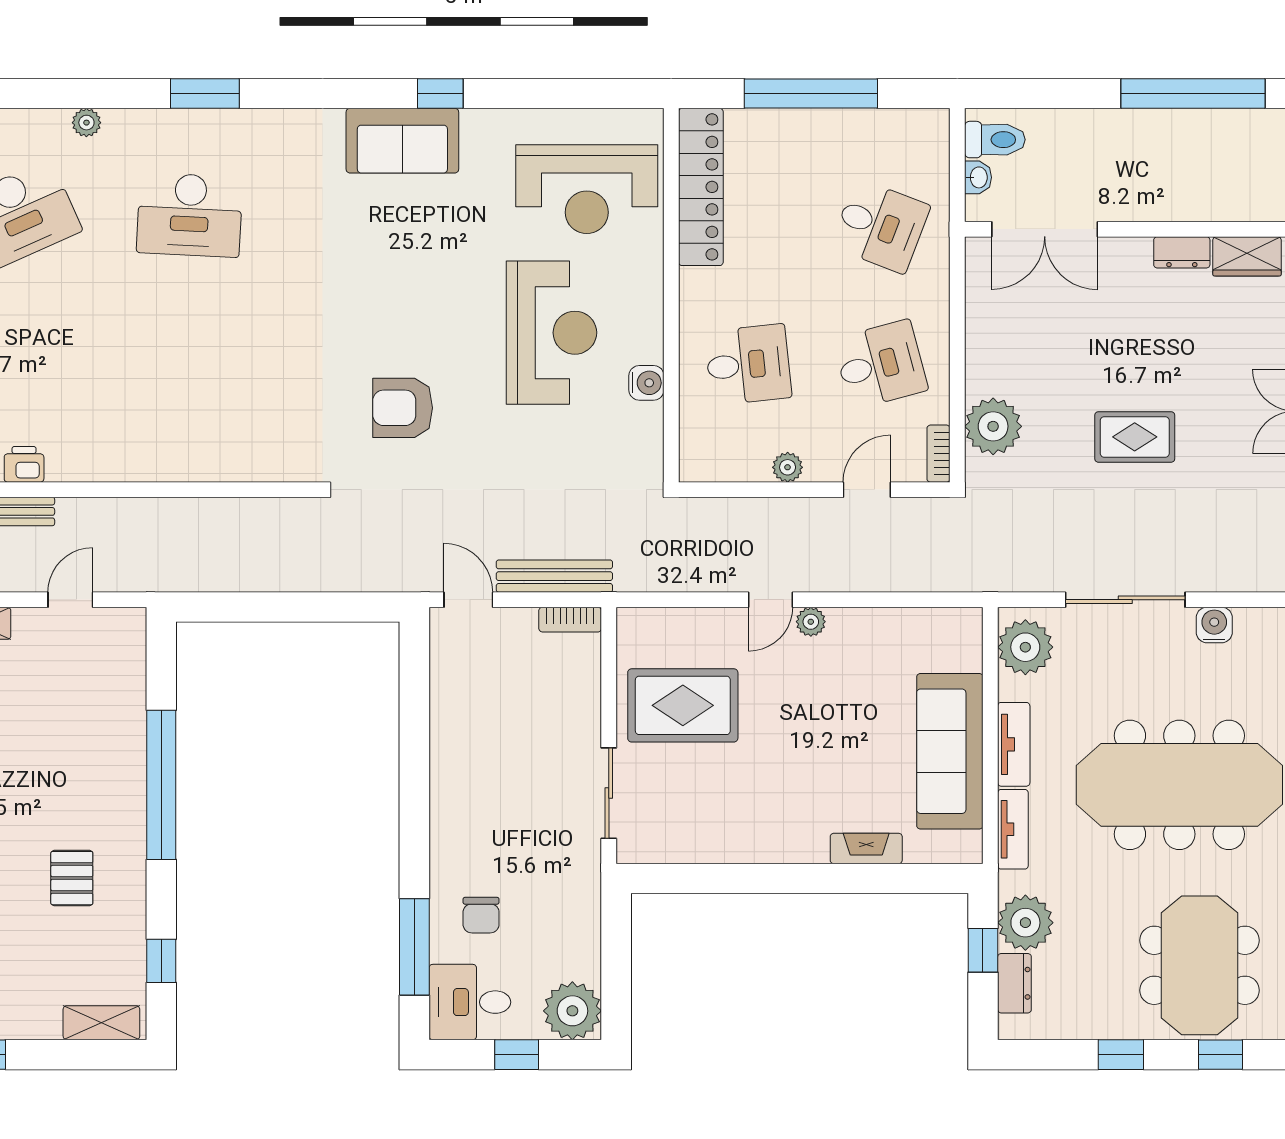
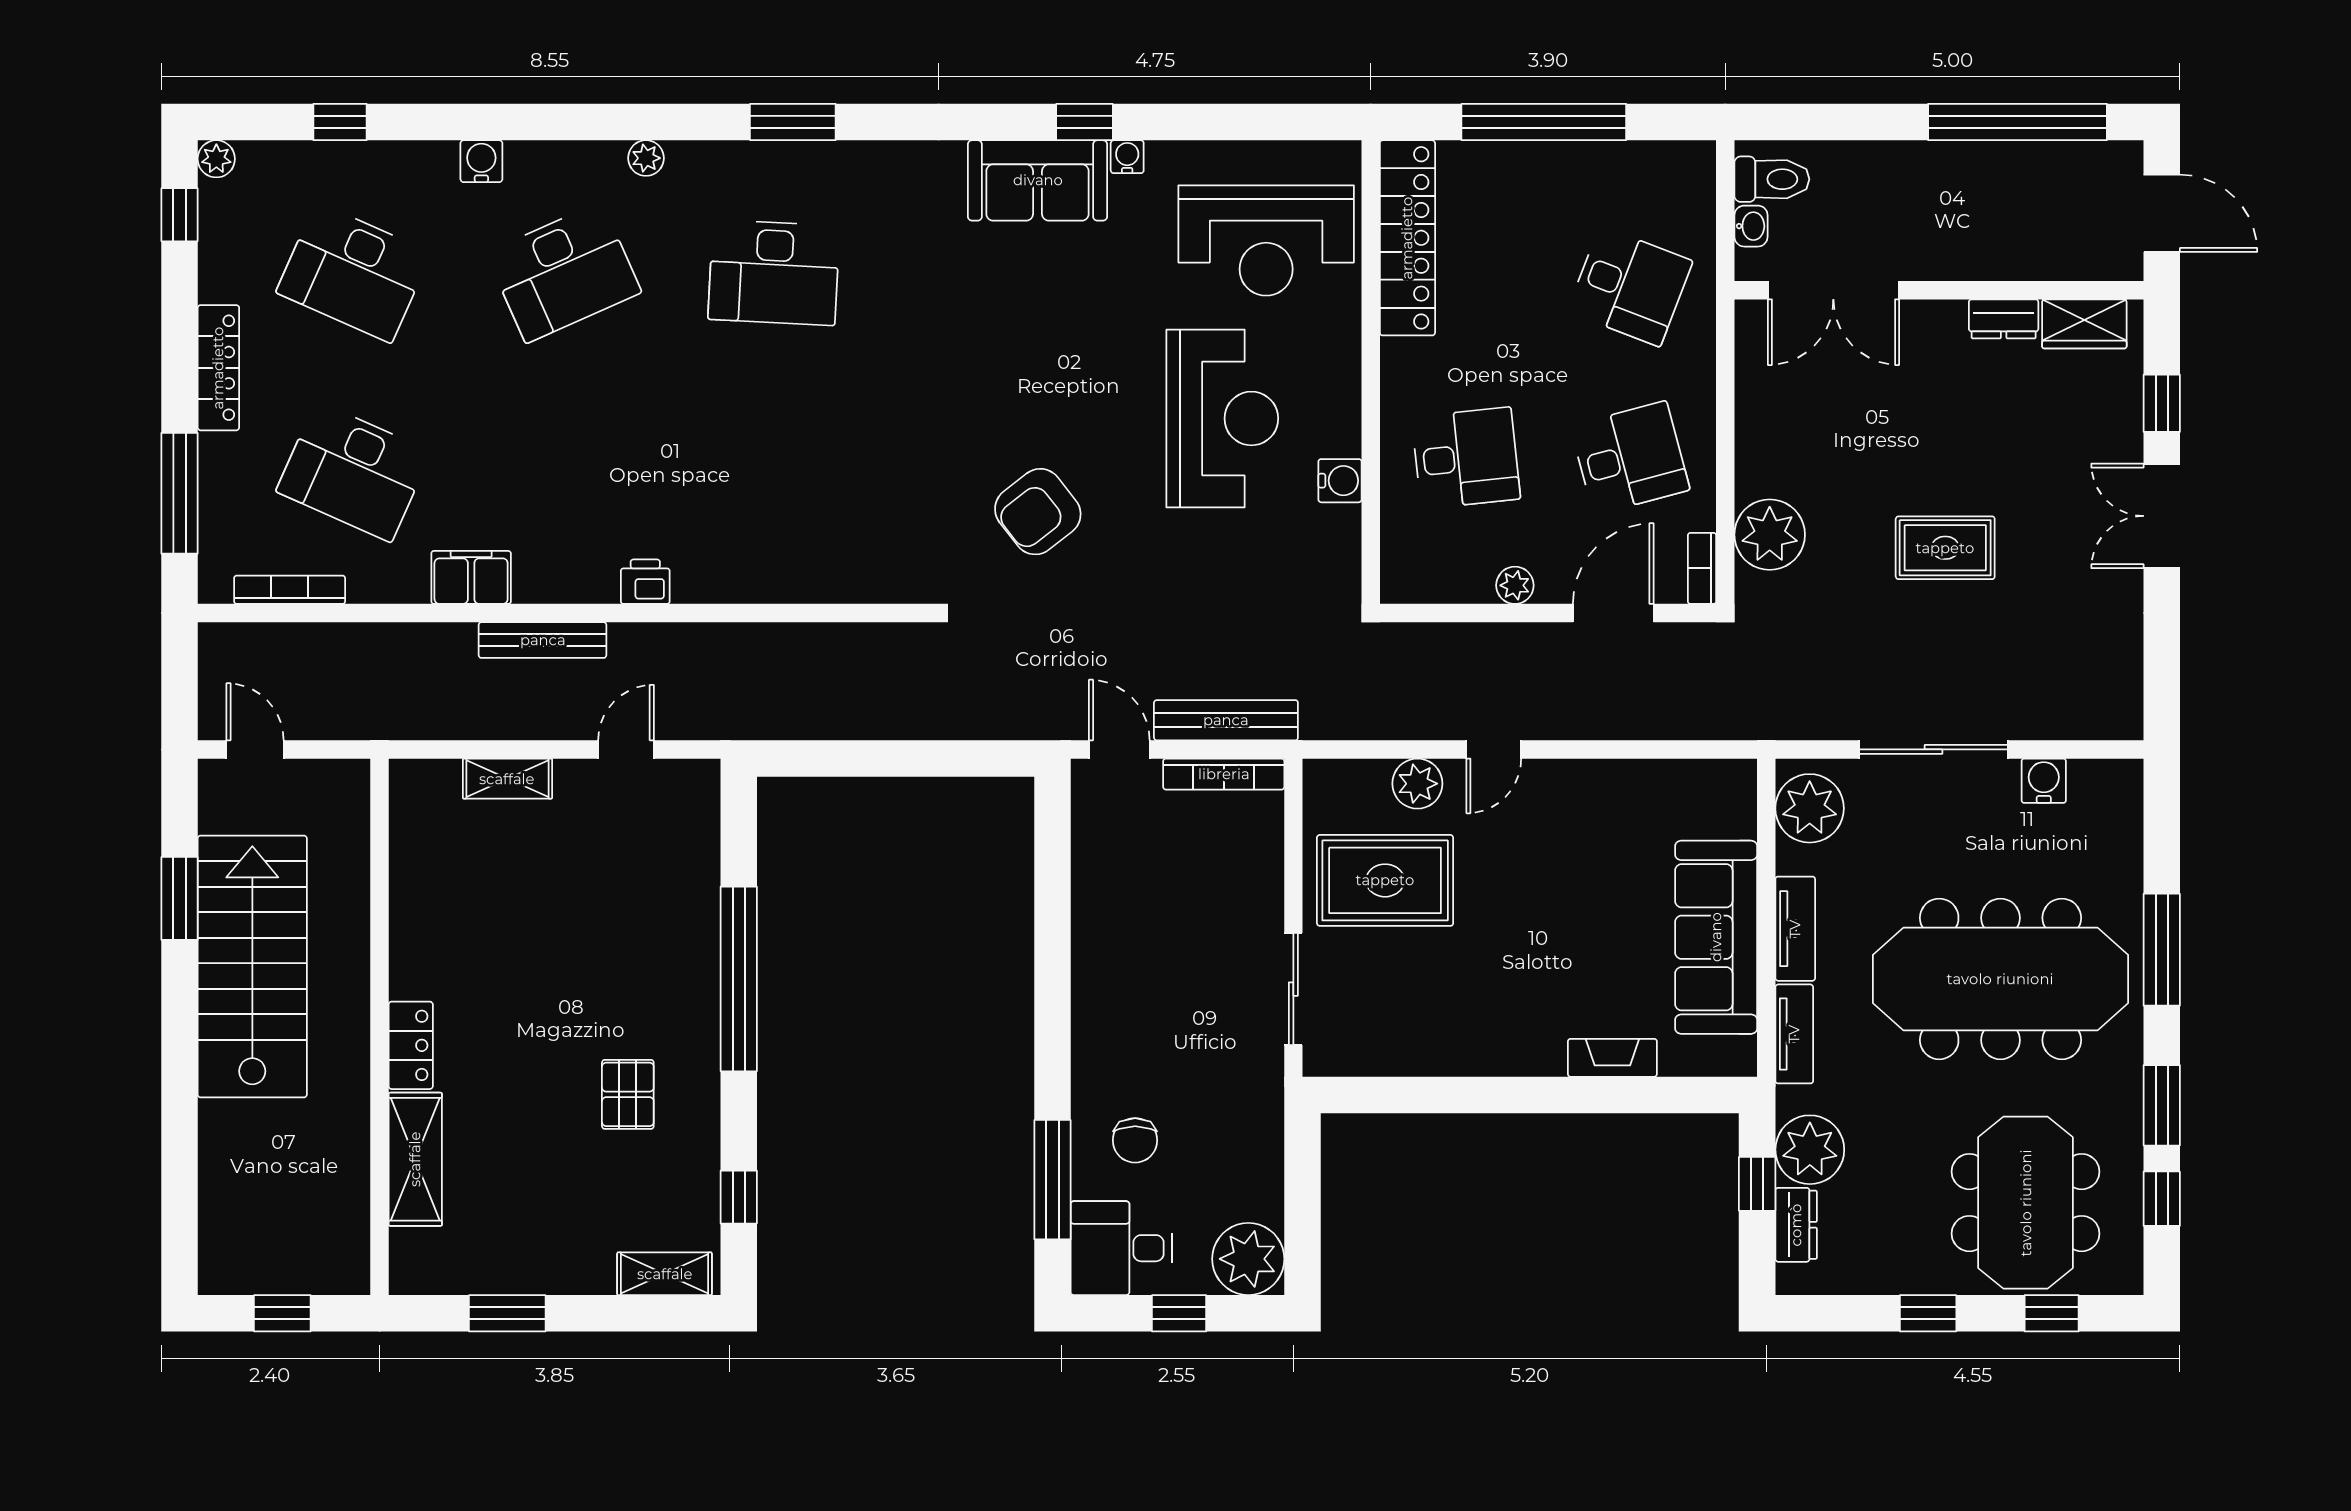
water cooler: (475, 121) -> (1127, 157), added
armchair: (403, 408) -> (1038, 512), turned -38
printer: (24, 464) -> (645, 582), moved
door: (867, 490) -> (1613, 613), width x1.38
bookcase: (570, 620) -> (1224, 774), width x1.56
plant: (811, 622) -> (1417, 784), moved, width x1.38, depth x1.38

